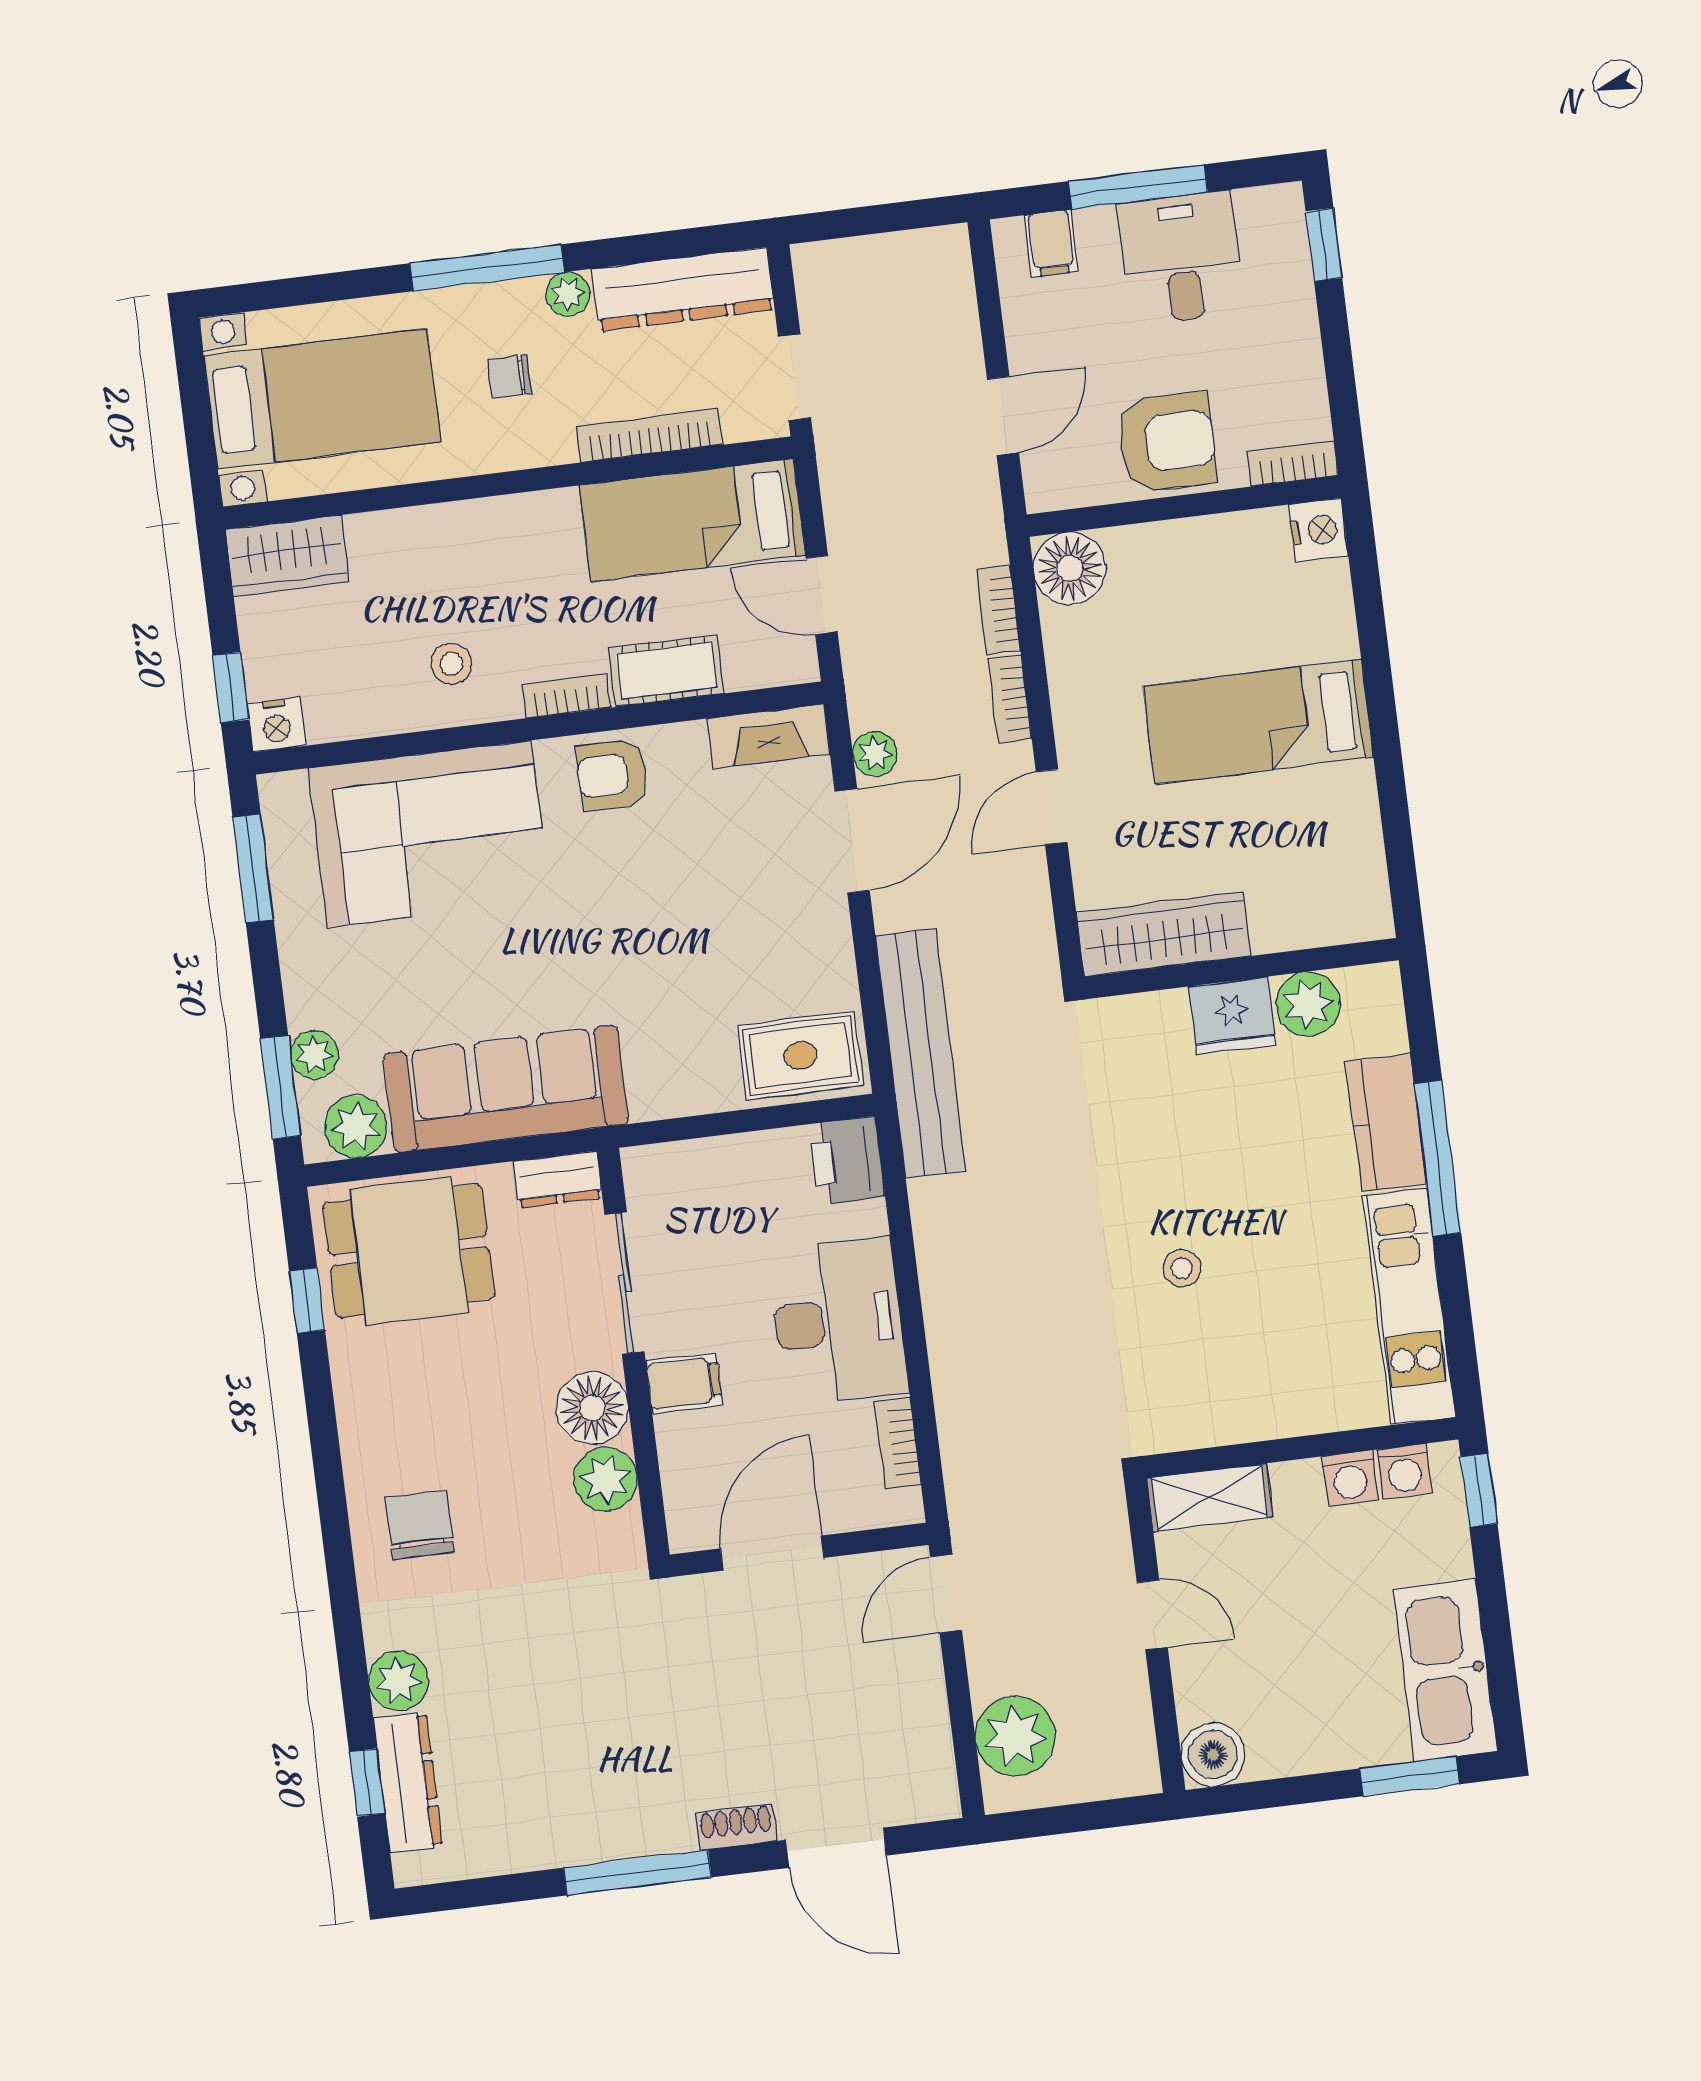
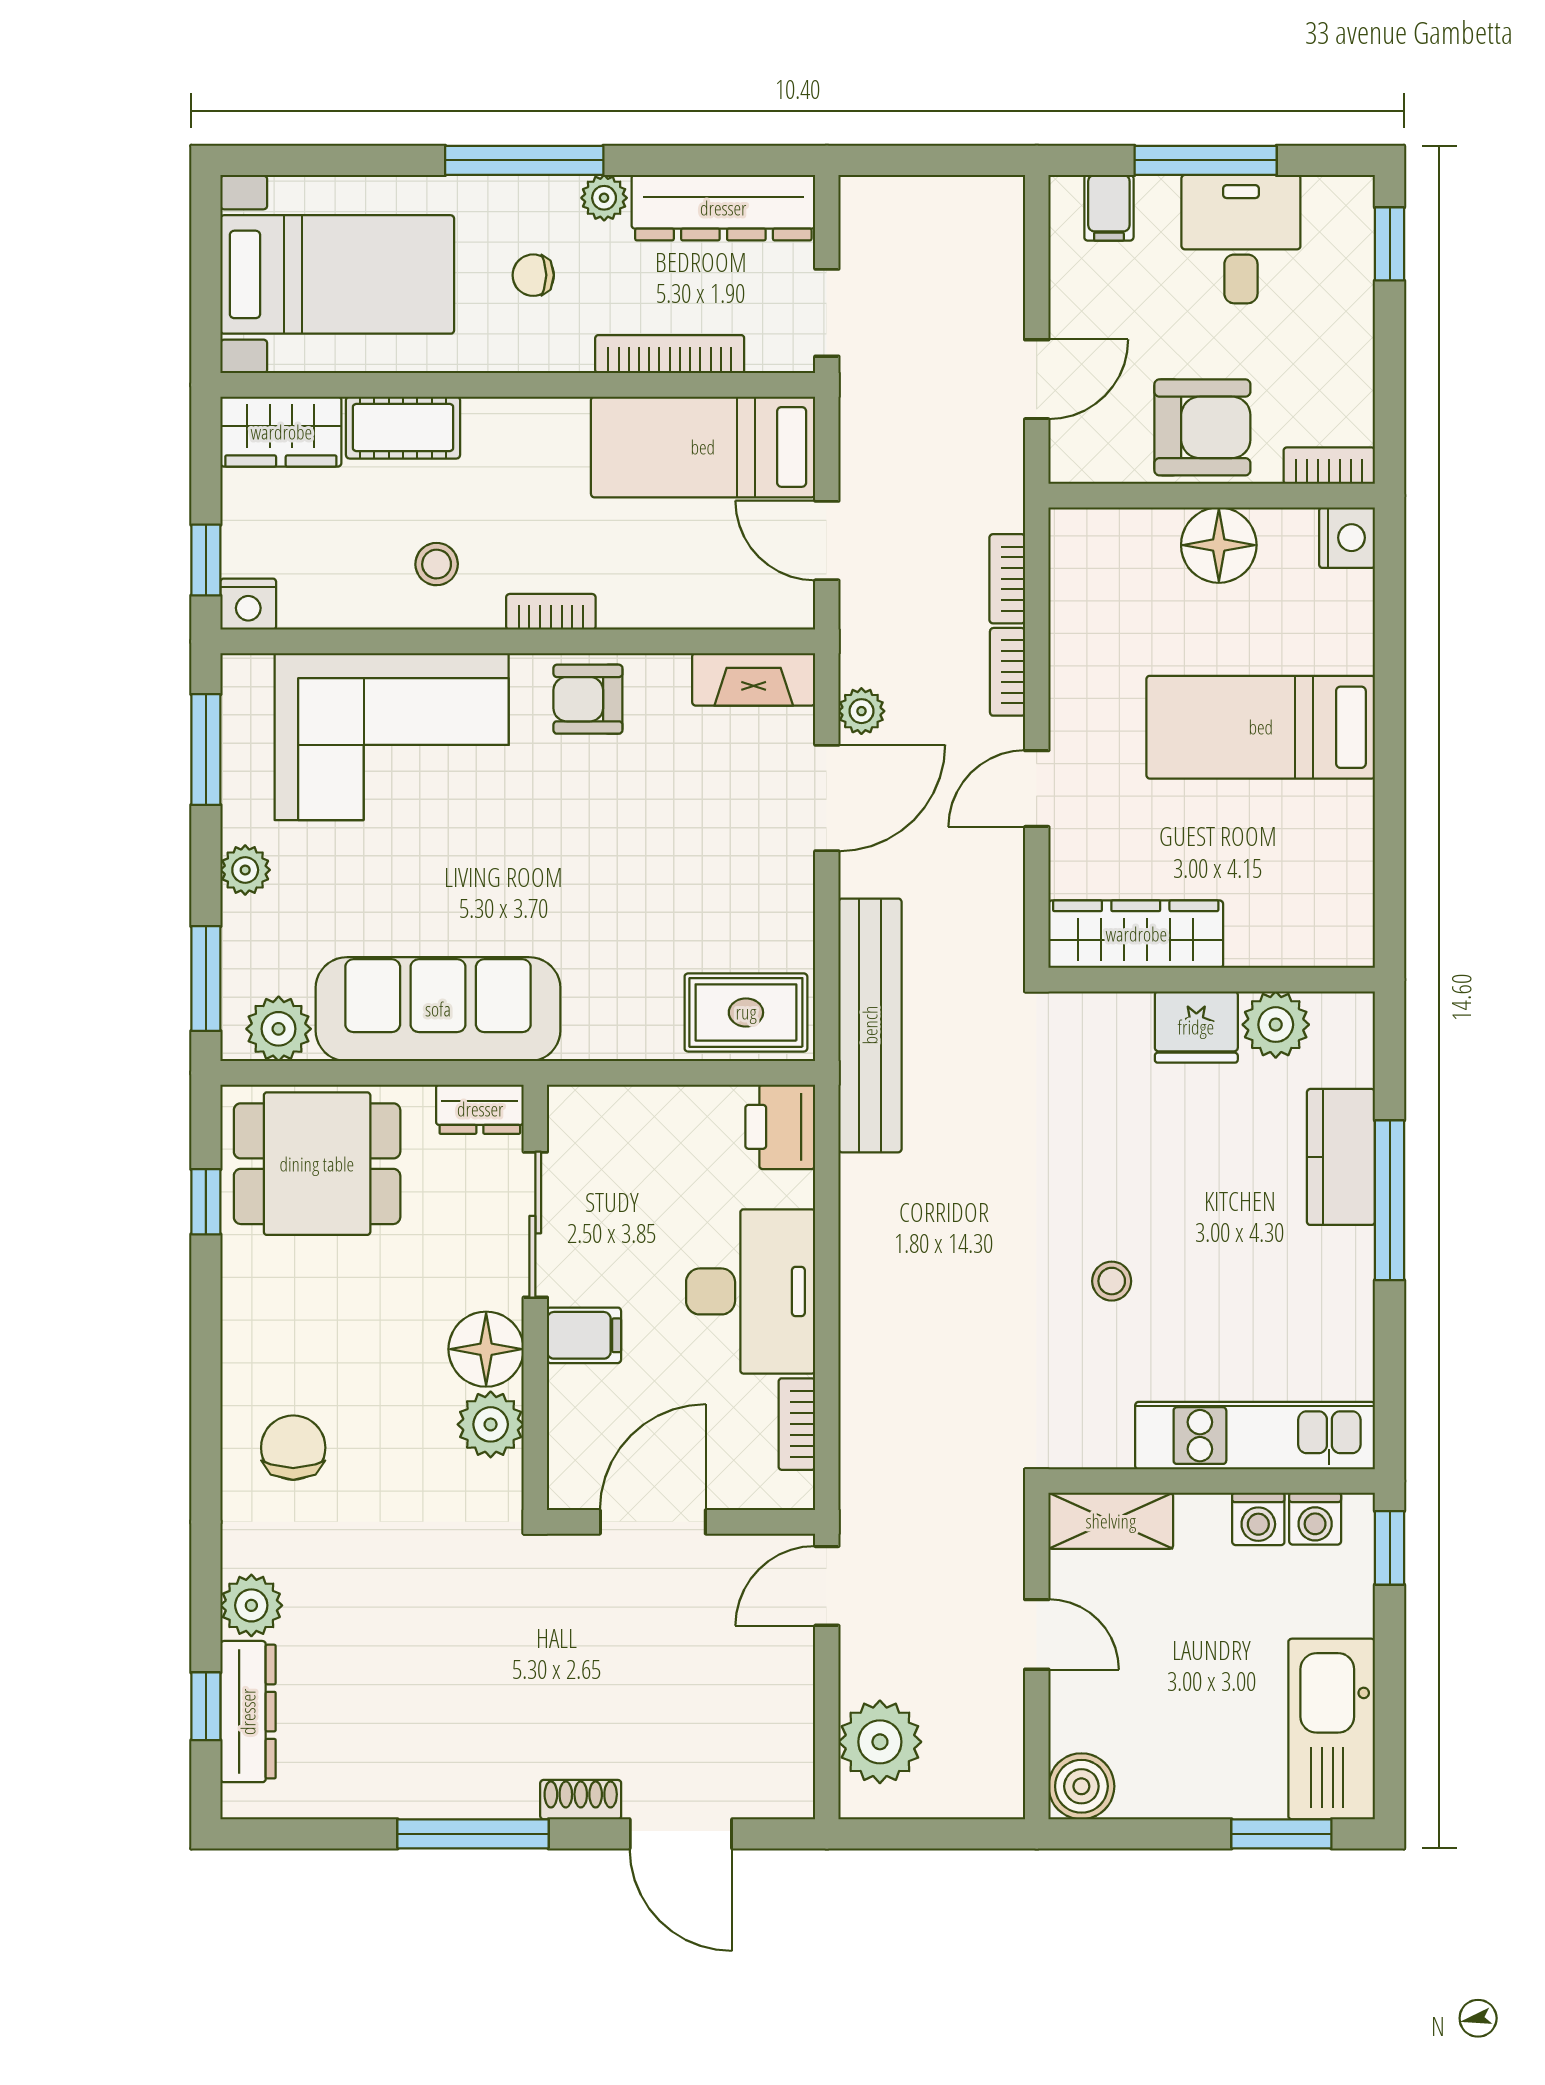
floor lamp: (1070, 568) -> (1219, 545), moved
cot: (666, 671) -> (403, 428), moved
plant: (315, 1054) -> (245, 870), moved
kitchen unit: (1409, 1307) -> (1255, 1436), moved, turned 90

